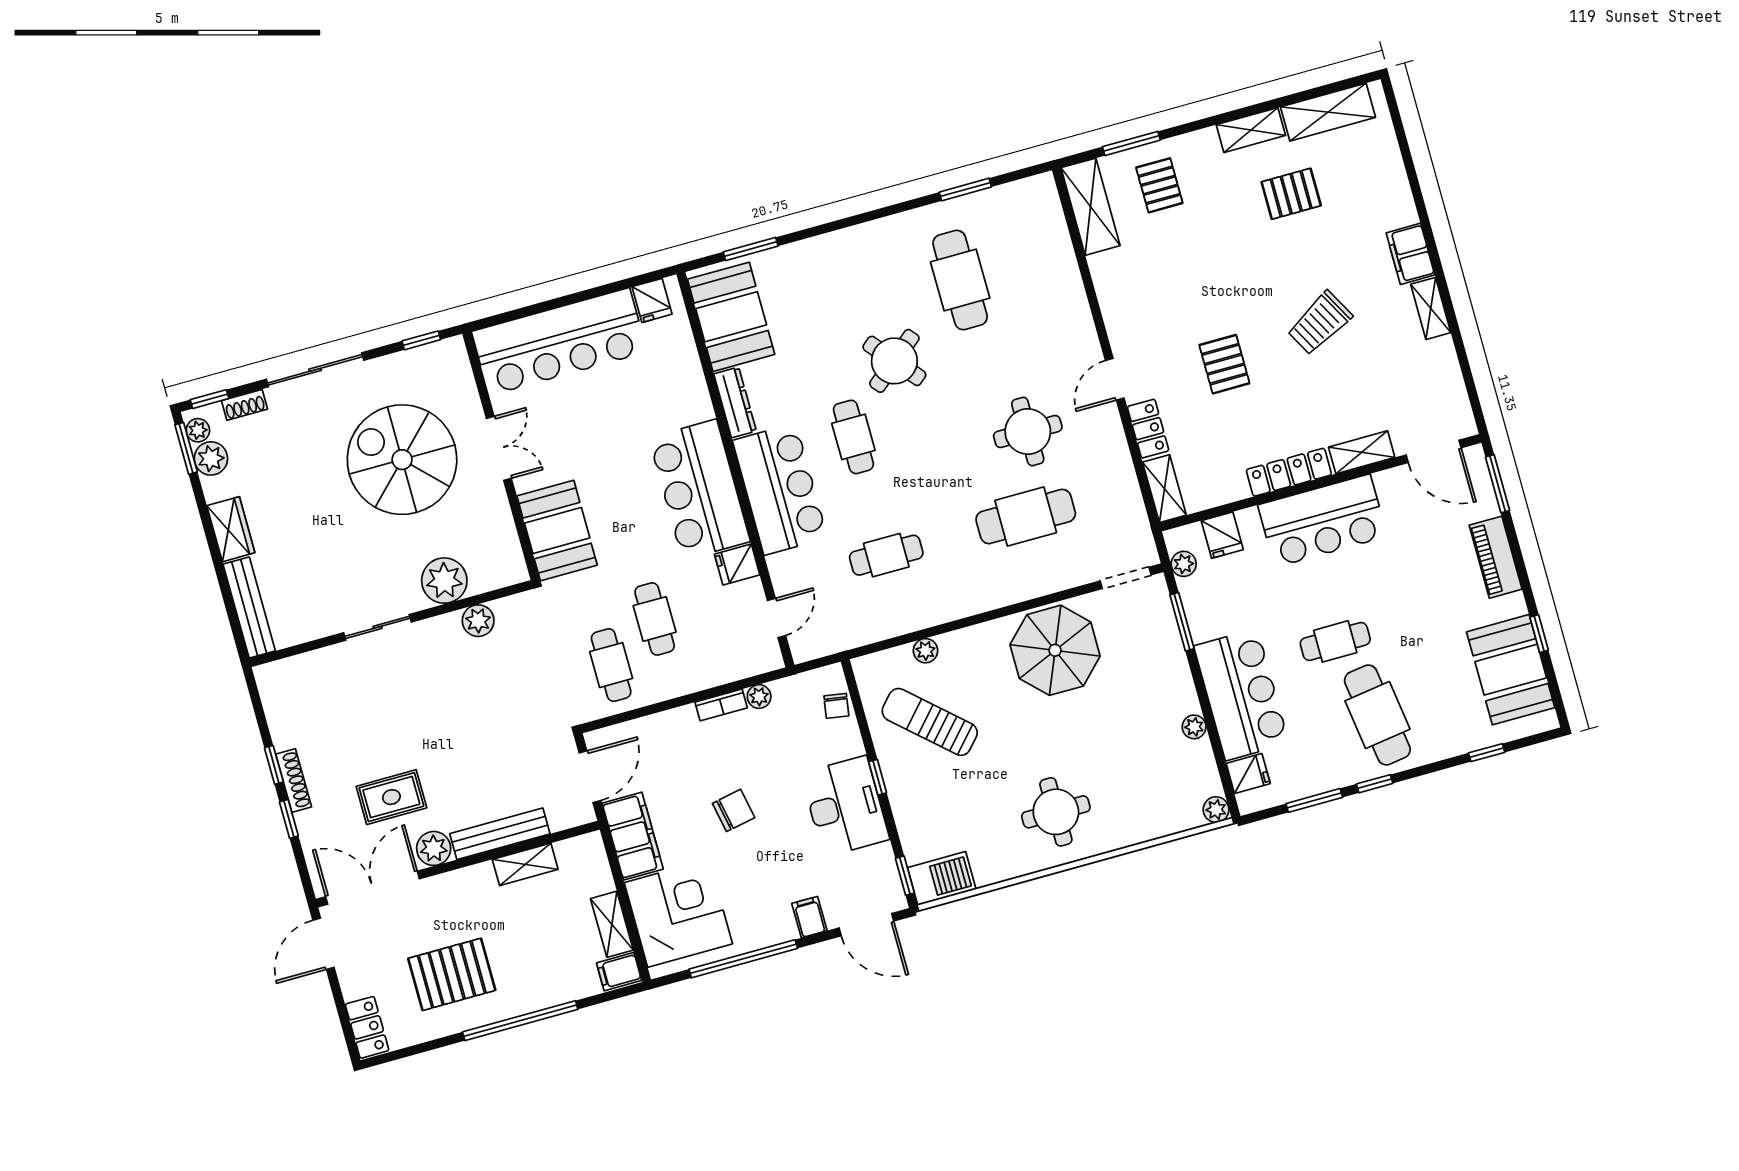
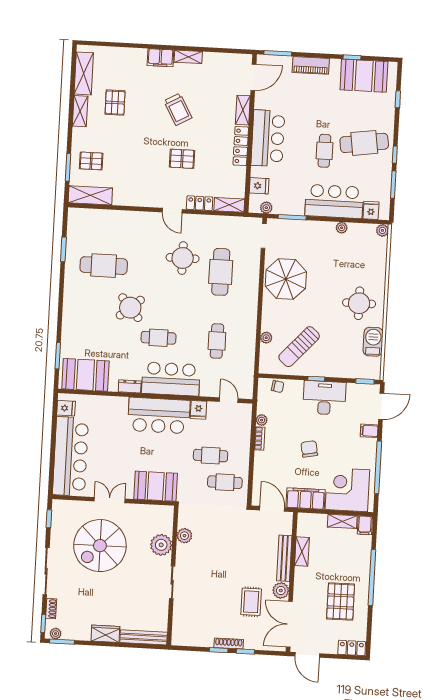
dresser: (735, 402) -> (130, 386), width x0.70
plant: (211, 458) -> (70, 632), removed
barbecue: (942, 879) -> (373, 342), moved

